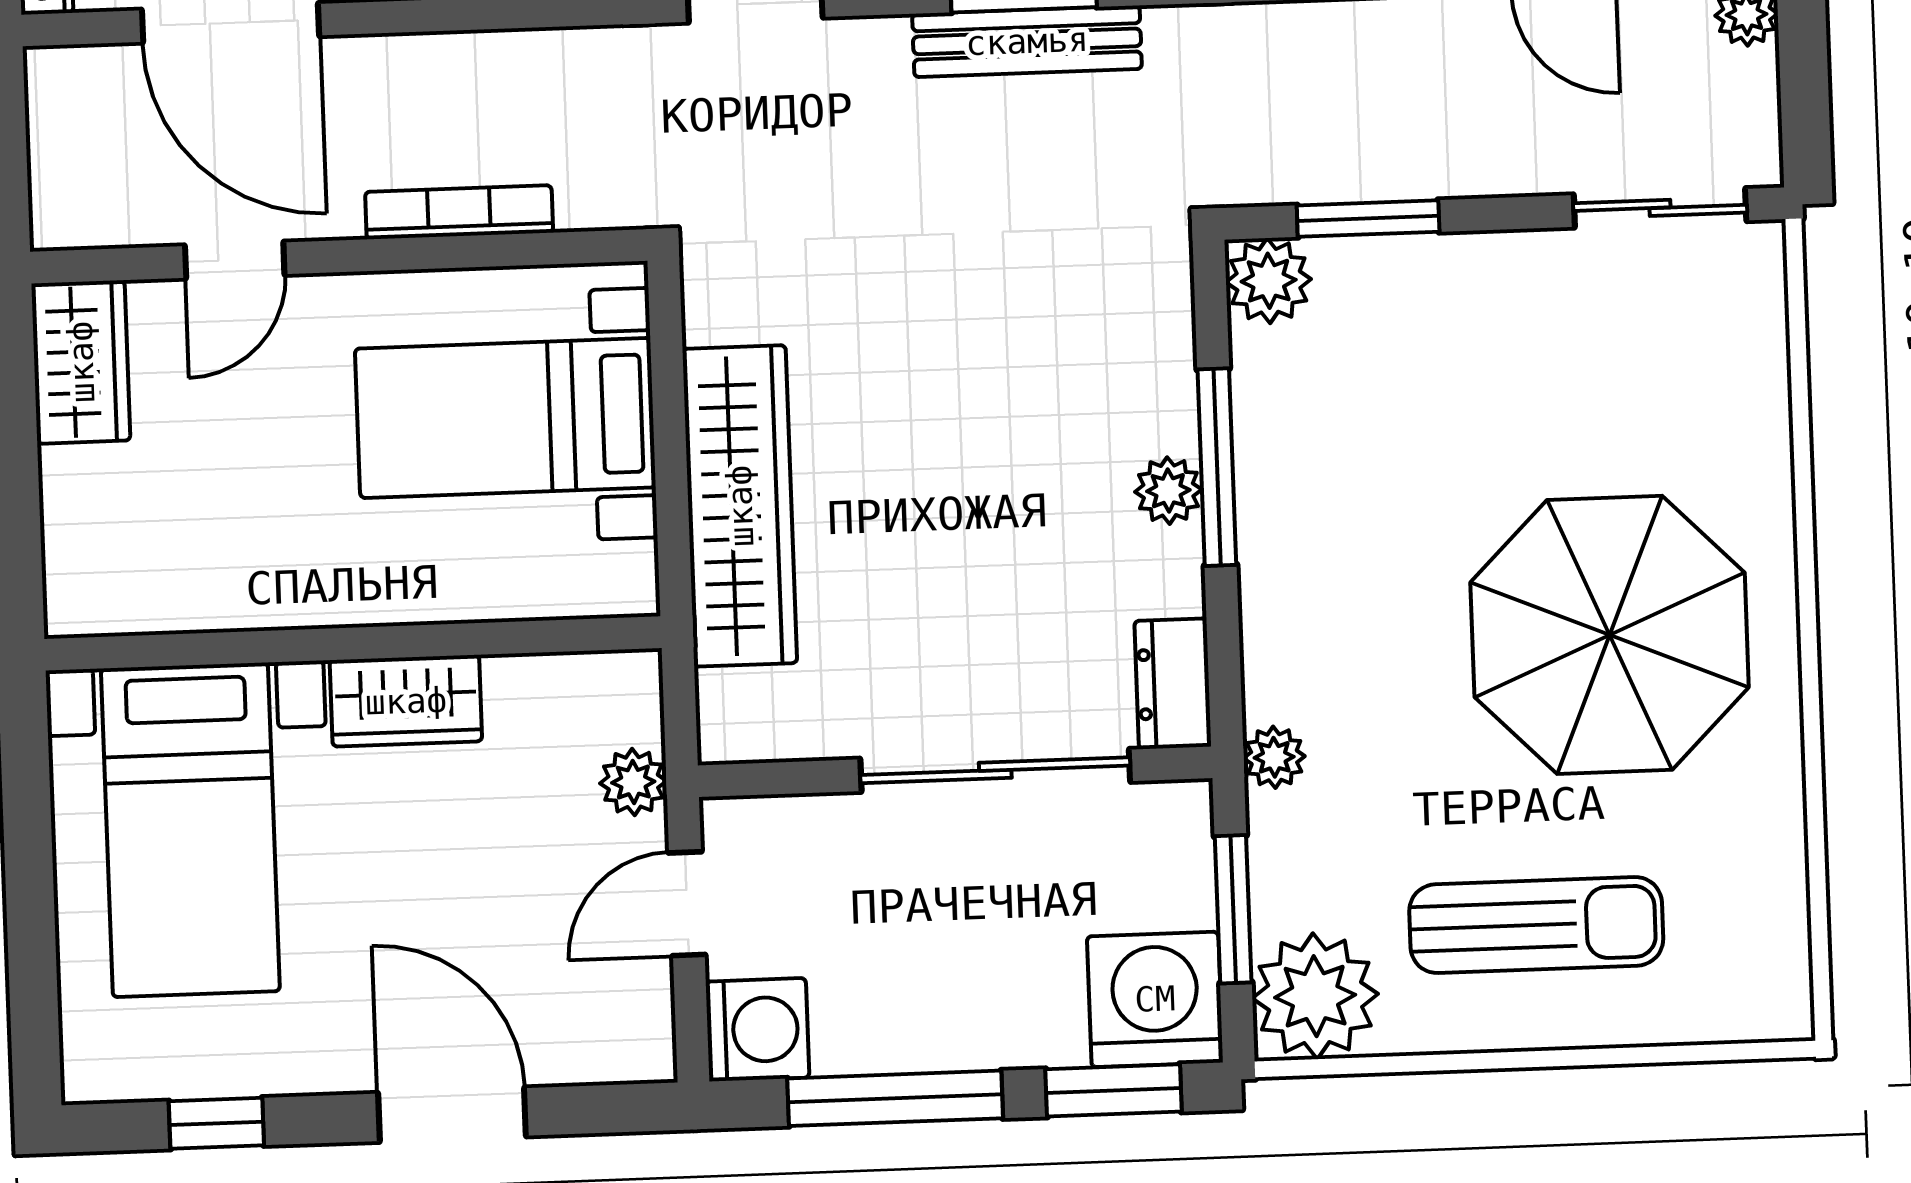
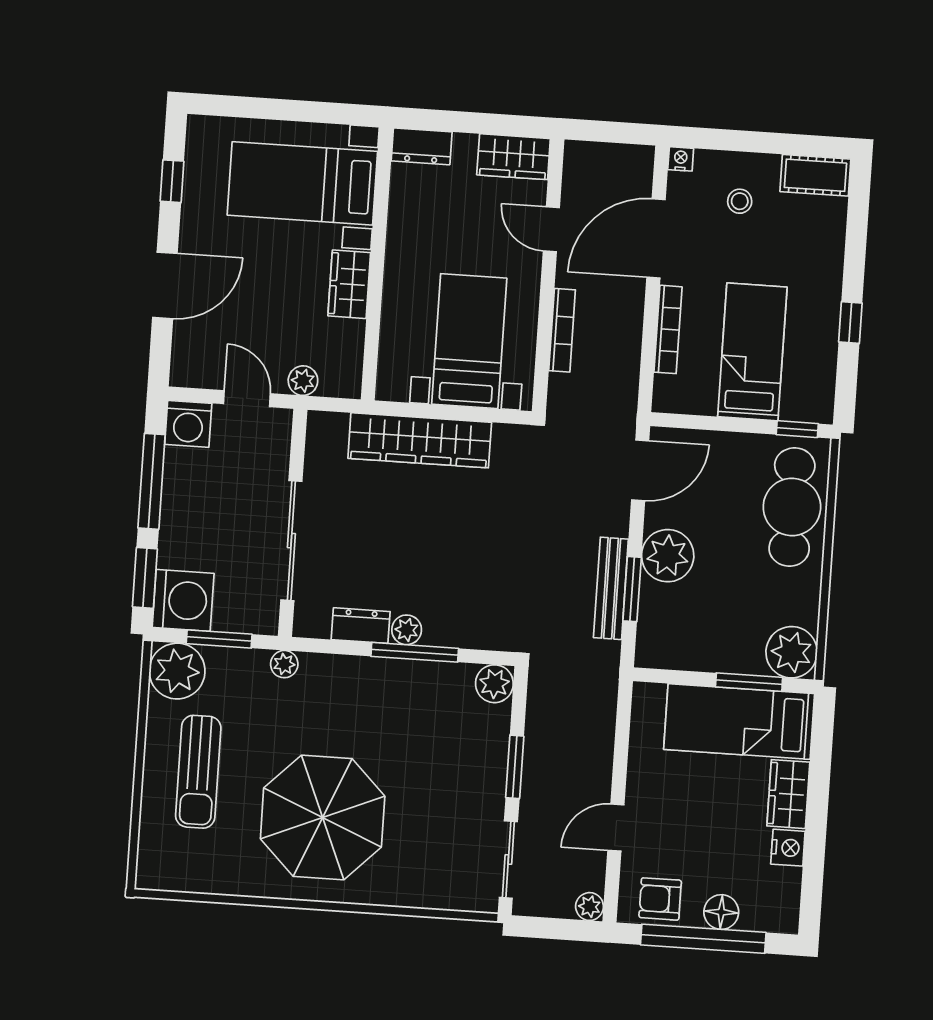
window: (1368, 219) -> (515, 767), moved
dresser: (79, 571) -> (422, 146), added
dresser: (1173, 684) -> (361, 626), moved

